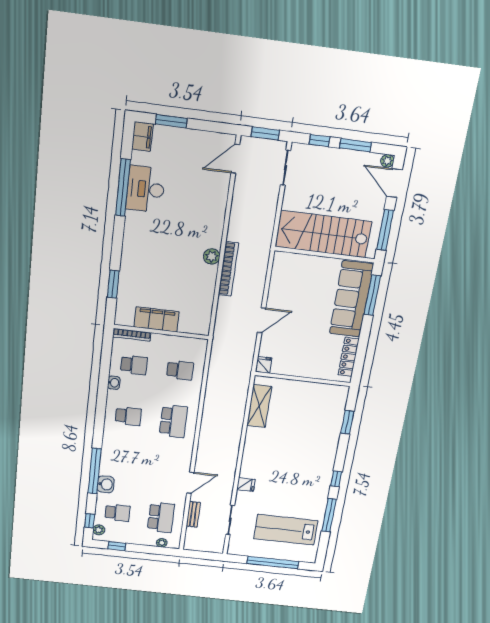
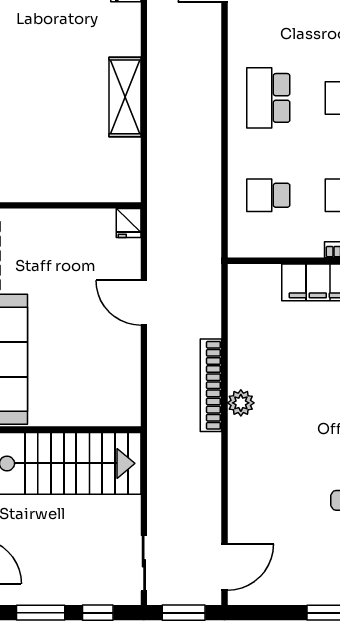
door: (262, 320) -> (144, 303), hinge flipped
shelving: (259, 406) -> (125, 97), moved

